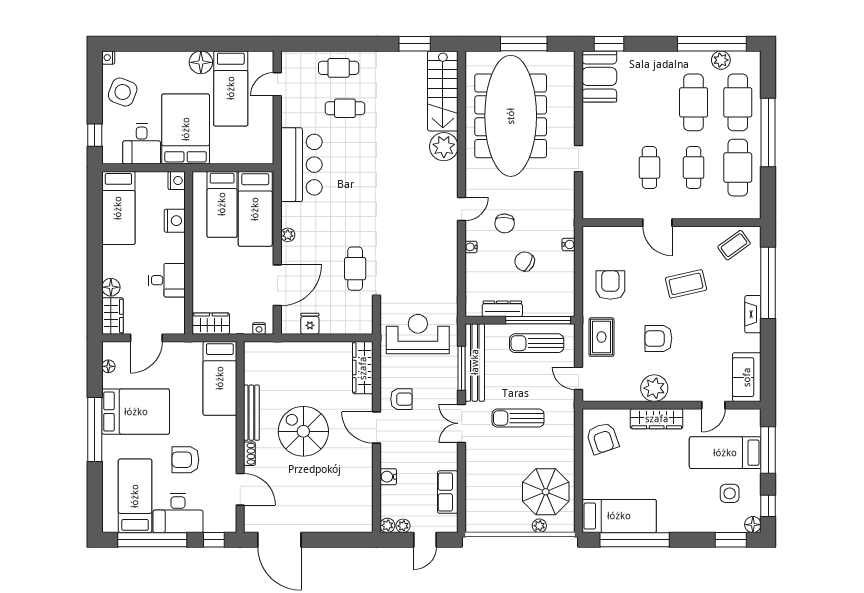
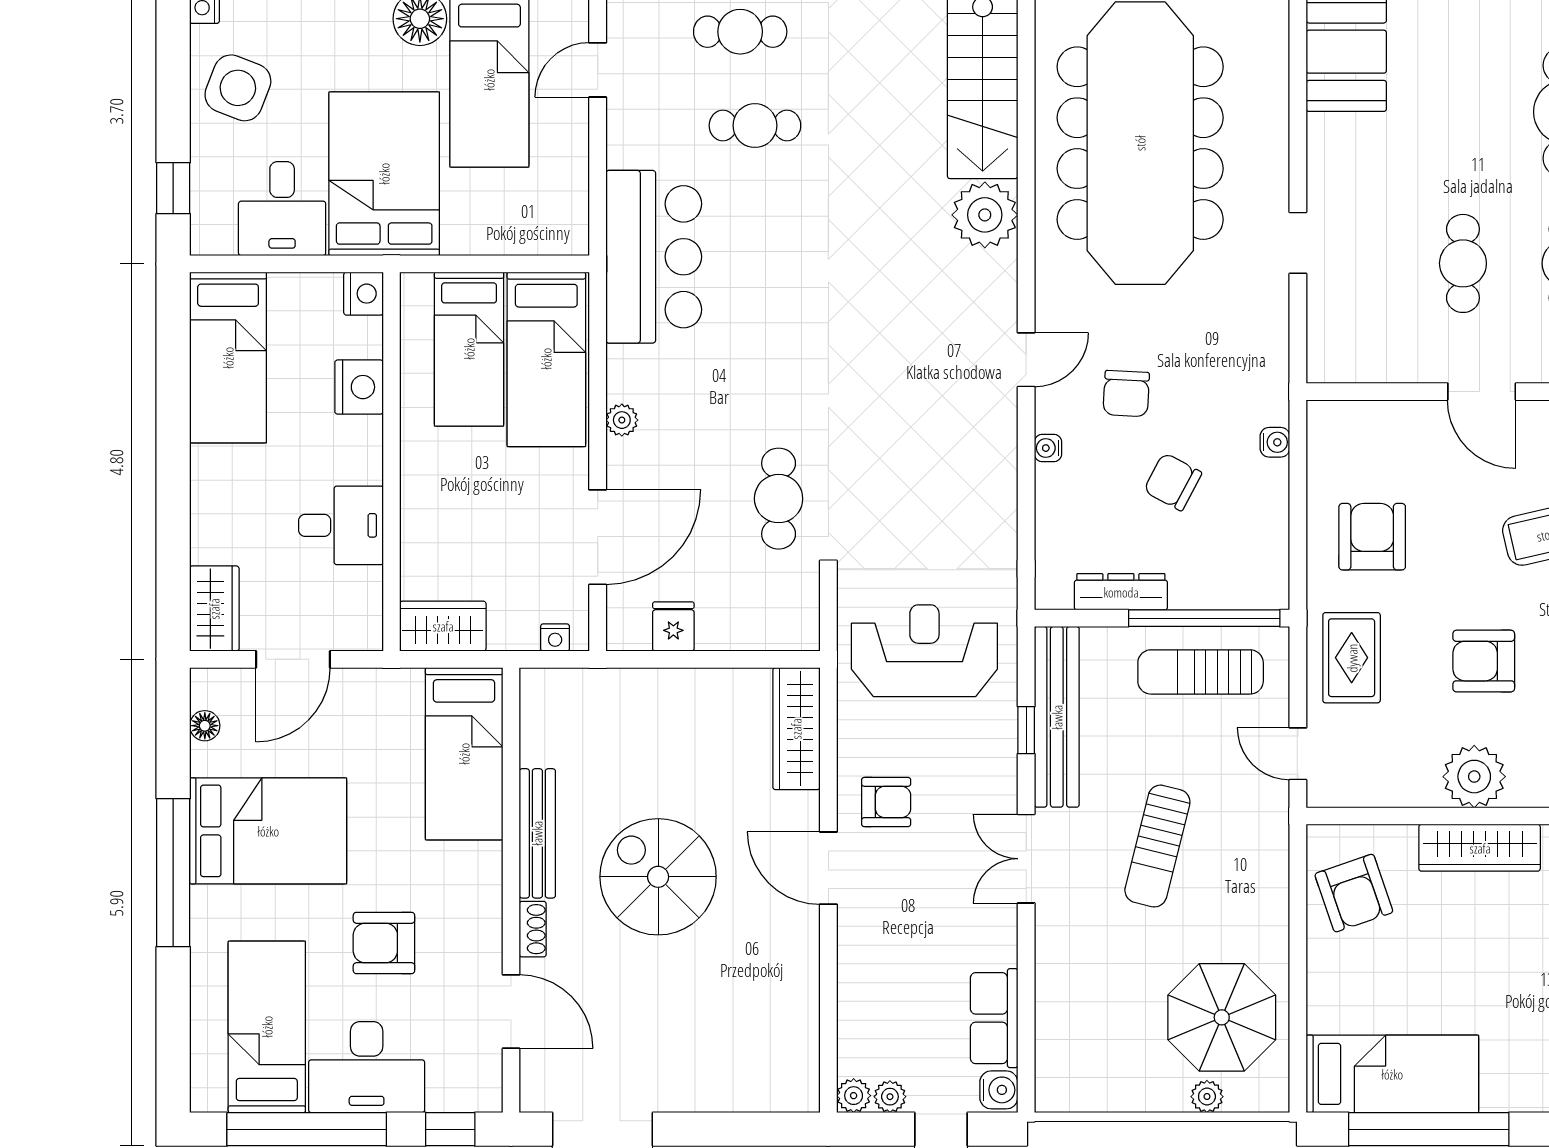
floor lamp: (111, 287) -> (211, 542), removed
window: (462, 368) -> (1026, 730), width x0.46
sun lounger: (518, 418) -> (1157, 846), turned -76
water cooler: (388, 477) -> (999, 1090), moved, turned 180

